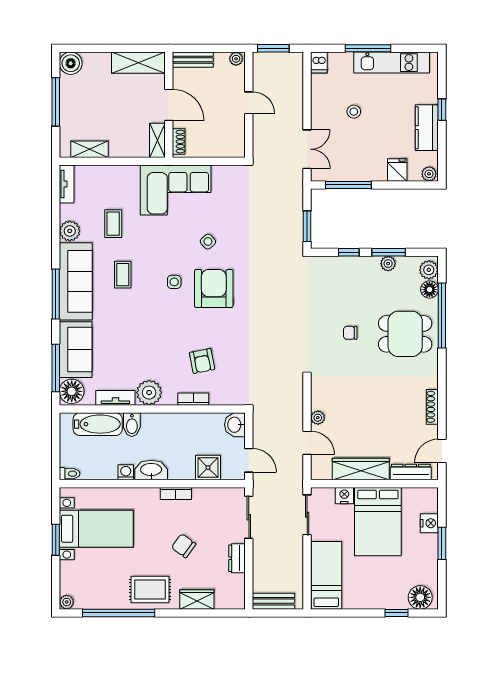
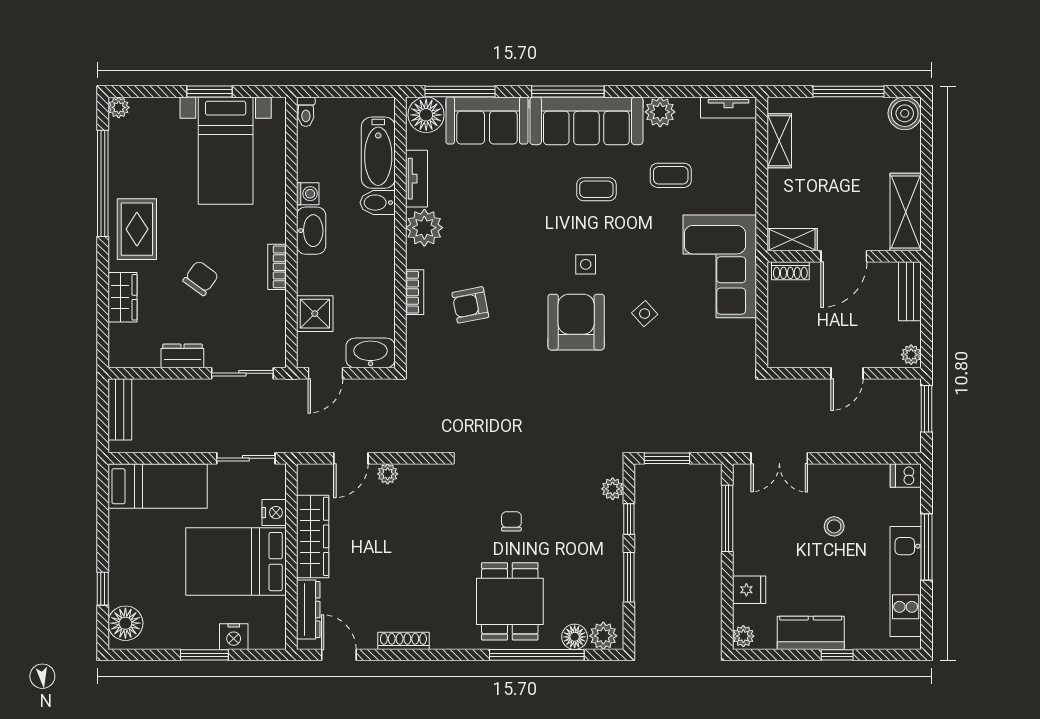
plant: (388, 264) -> (613, 489), moved
armchair: (214, 288) -> (576, 322), turned -90
washbasin: (235, 425) -> (371, 353), width x1.38

